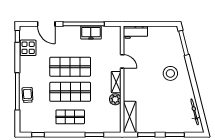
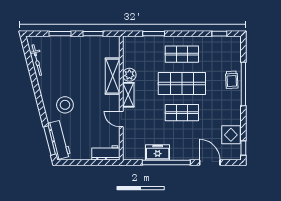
workbench: (175, 43) -> (59, 140), added
shop shelf: (70, 67) -> (182, 113), width x0.70, depth x0.74
shelving: (130, 117) -> (113, 76), moved

